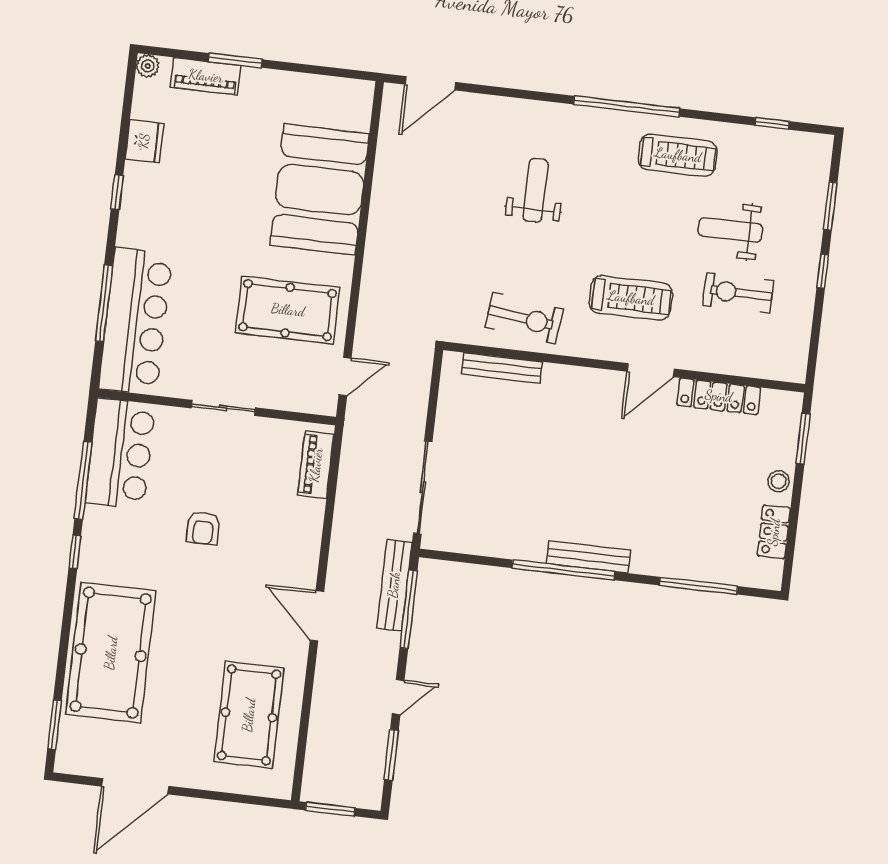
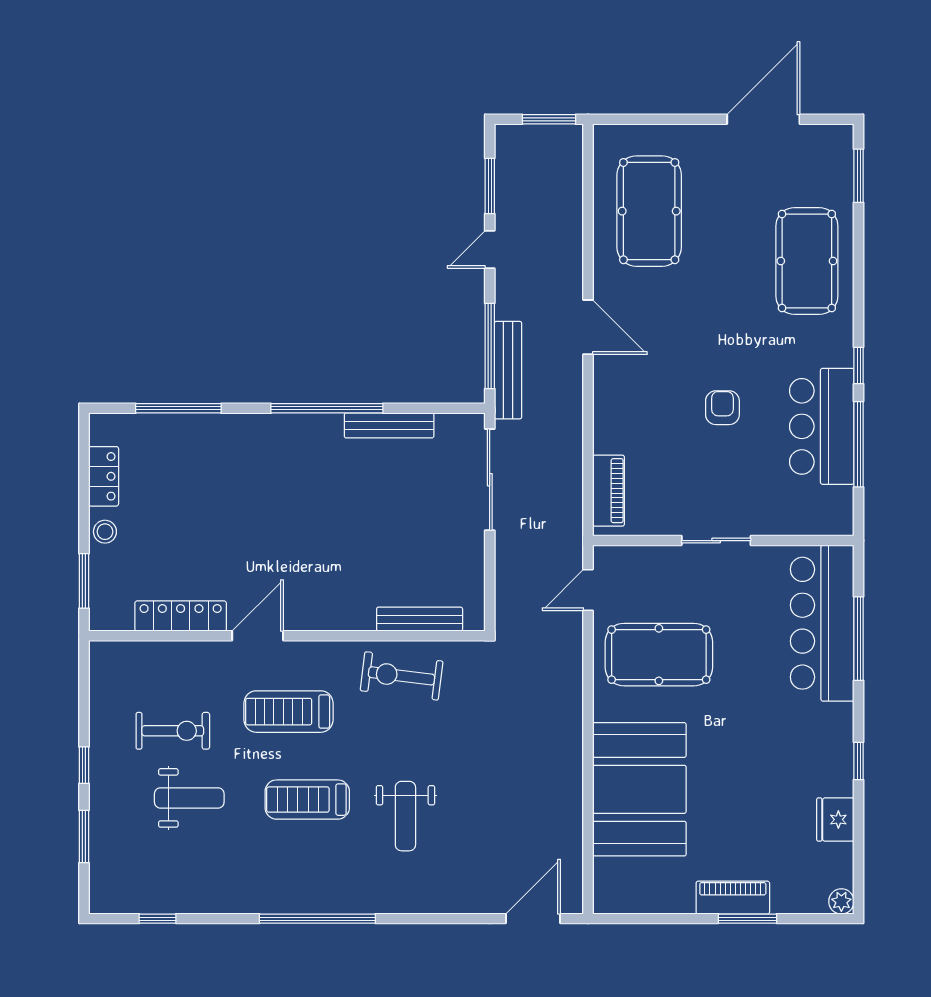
piano: (206, 76) -> (733, 898), moved
treadmill: (678, 155) -> (307, 800), moved
bar counter: (120, 454) -> (822, 426), moved
bench: (588, 557) -> (389, 425), moved
pool table: (111, 653) -> (807, 261), width x0.73, depth x0.76

